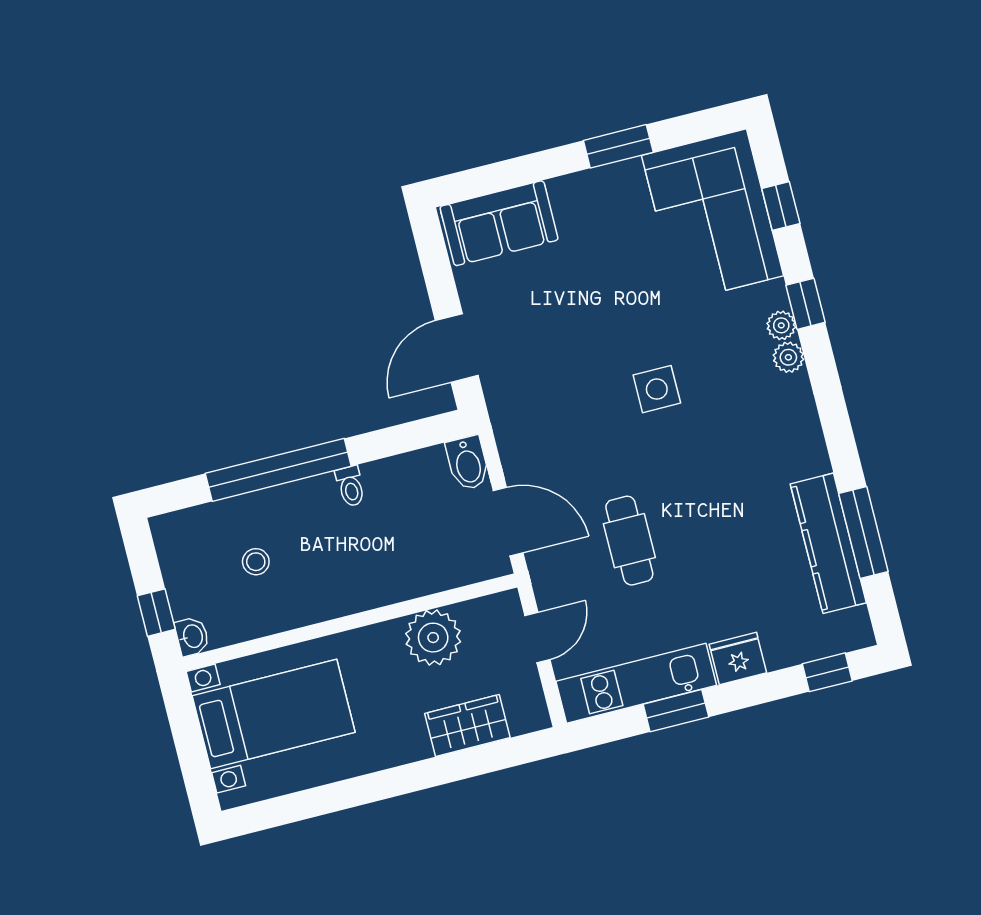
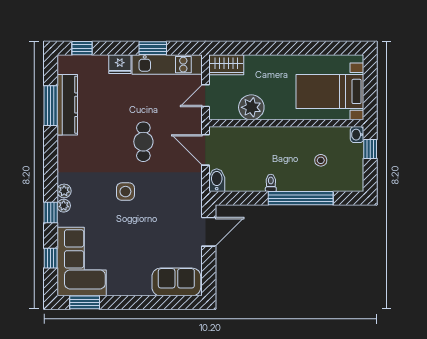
window: (618, 146) -> (85, 302), moved
cafe table: (629, 541) -> (143, 142), moved
wardrobe: (467, 726) -> (226, 65), moved

